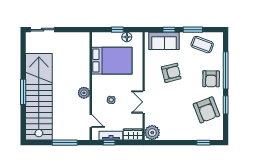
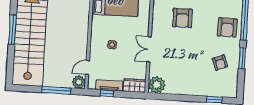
armchair: (171, 73) -> (182, 18), turned 104
plant: (84, 93) -> (79, 82), moved
armchair: (206, 110) -> (220, 63), width x0.53, depth x0.53
door: (91, 121) -> (87, 67), swing flipped

